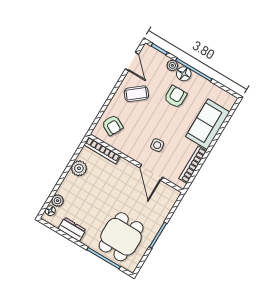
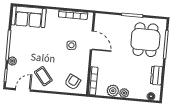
floor lamp: (184, 74) -> (14, 51), removed
armchair: (175, 97) -> (33, 49), removed
sofa: (208, 124) -> (29, 17), moved
door: (151, 172) -> (92, 40), hinge flipped
plant: (58, 201) -> (124, 93), moved
dining table: (121, 237) -> (145, 40), turned 90

